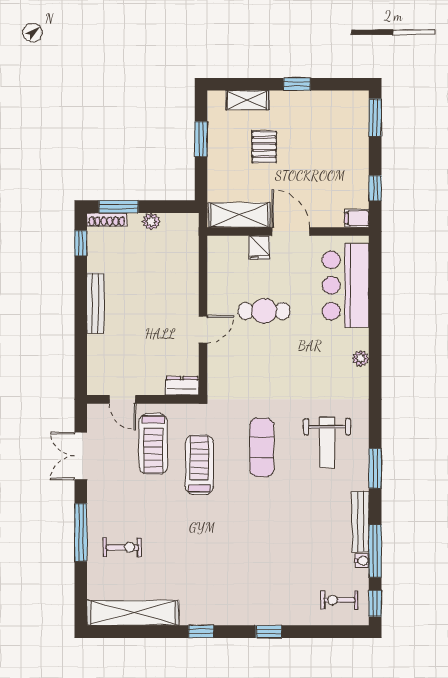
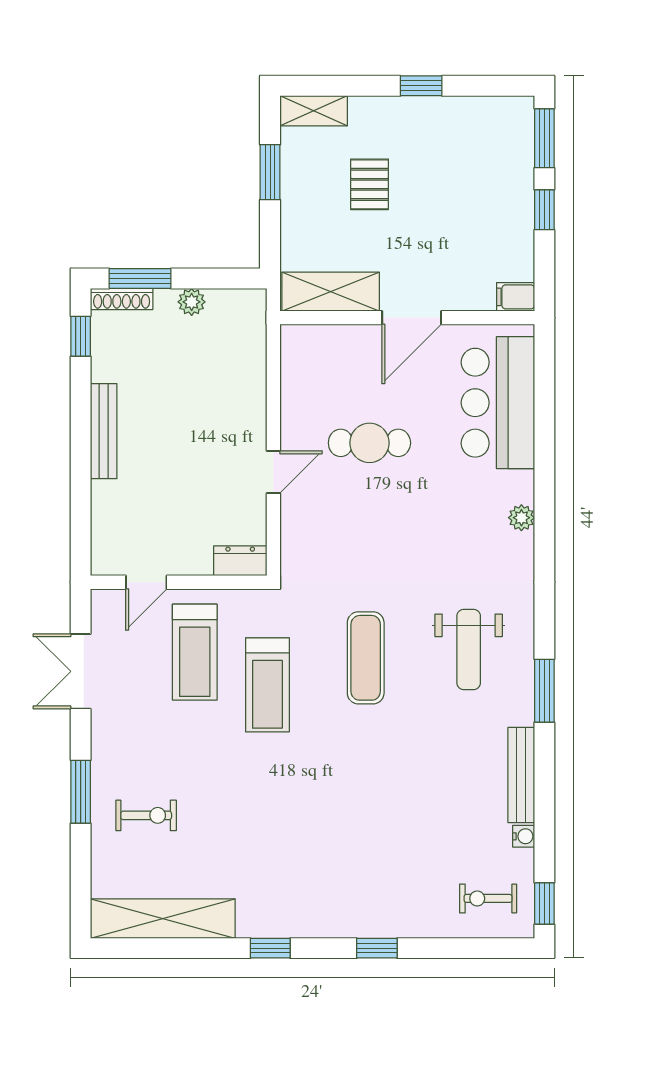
shelving: (247, 100) -> (314, 111), moved
window: (375, 188) -> (544, 210), moved
door: (291, 231) -> (412, 318), swing flipped
fridge: (259, 248) -> (362, 343), removed
door: (122, 399) -> (146, 582), hinge flipped
treadmill: (199, 465) -> (267, 685), turned 180
window: (81, 532) -> (81, 792), width x0.69
window: (375, 551) -> (544, 821), removed

